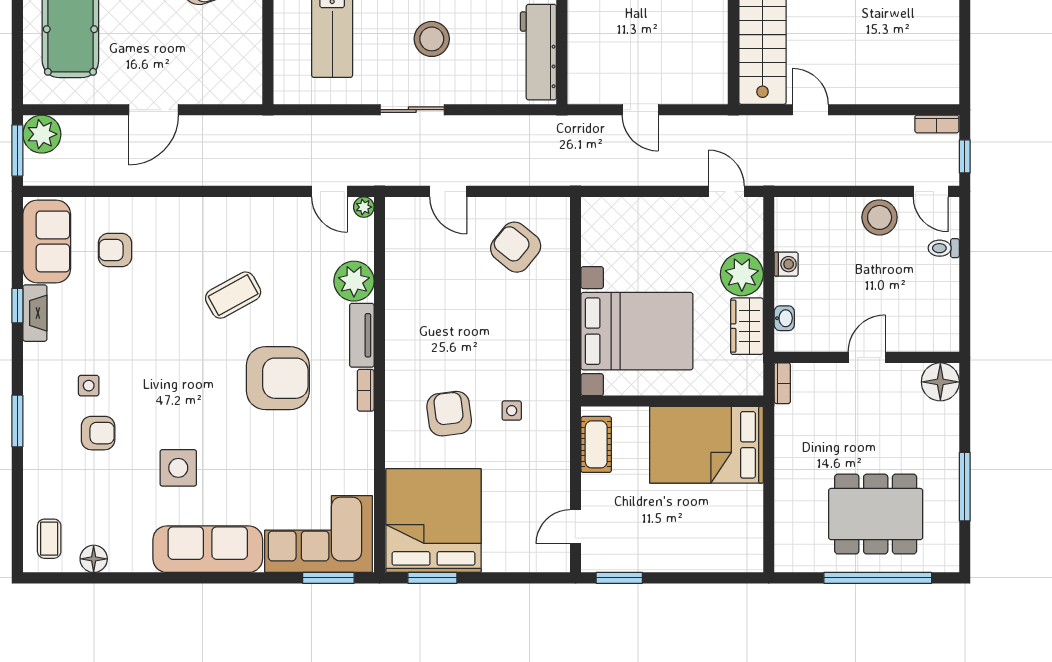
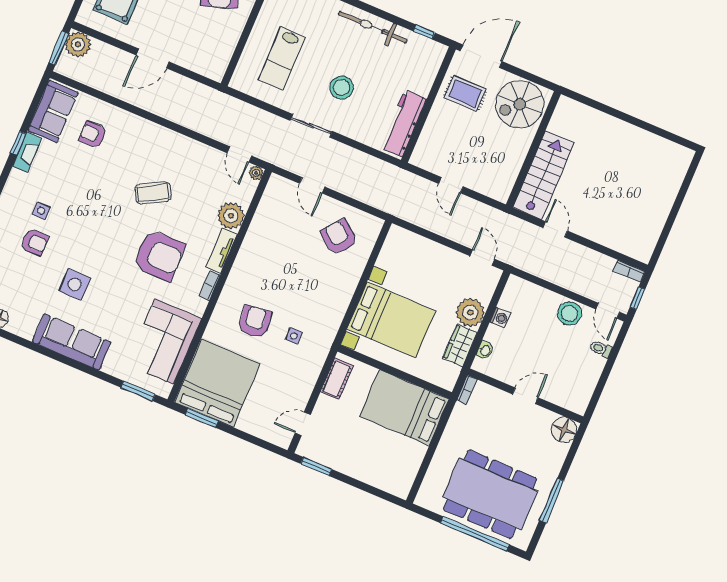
dining table: (876, 514) -> (490, 494), width x1.36, depth x1.24
corner sofa: (319, 534) -> (164, 341), moved, turned -90

